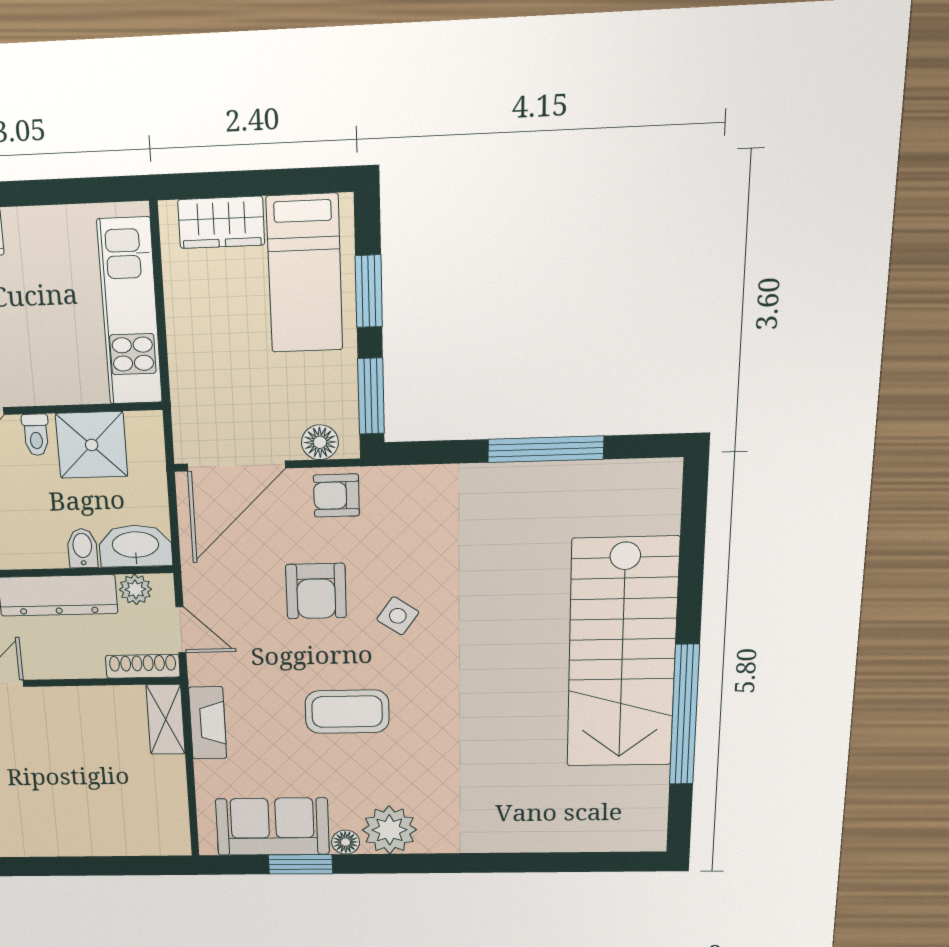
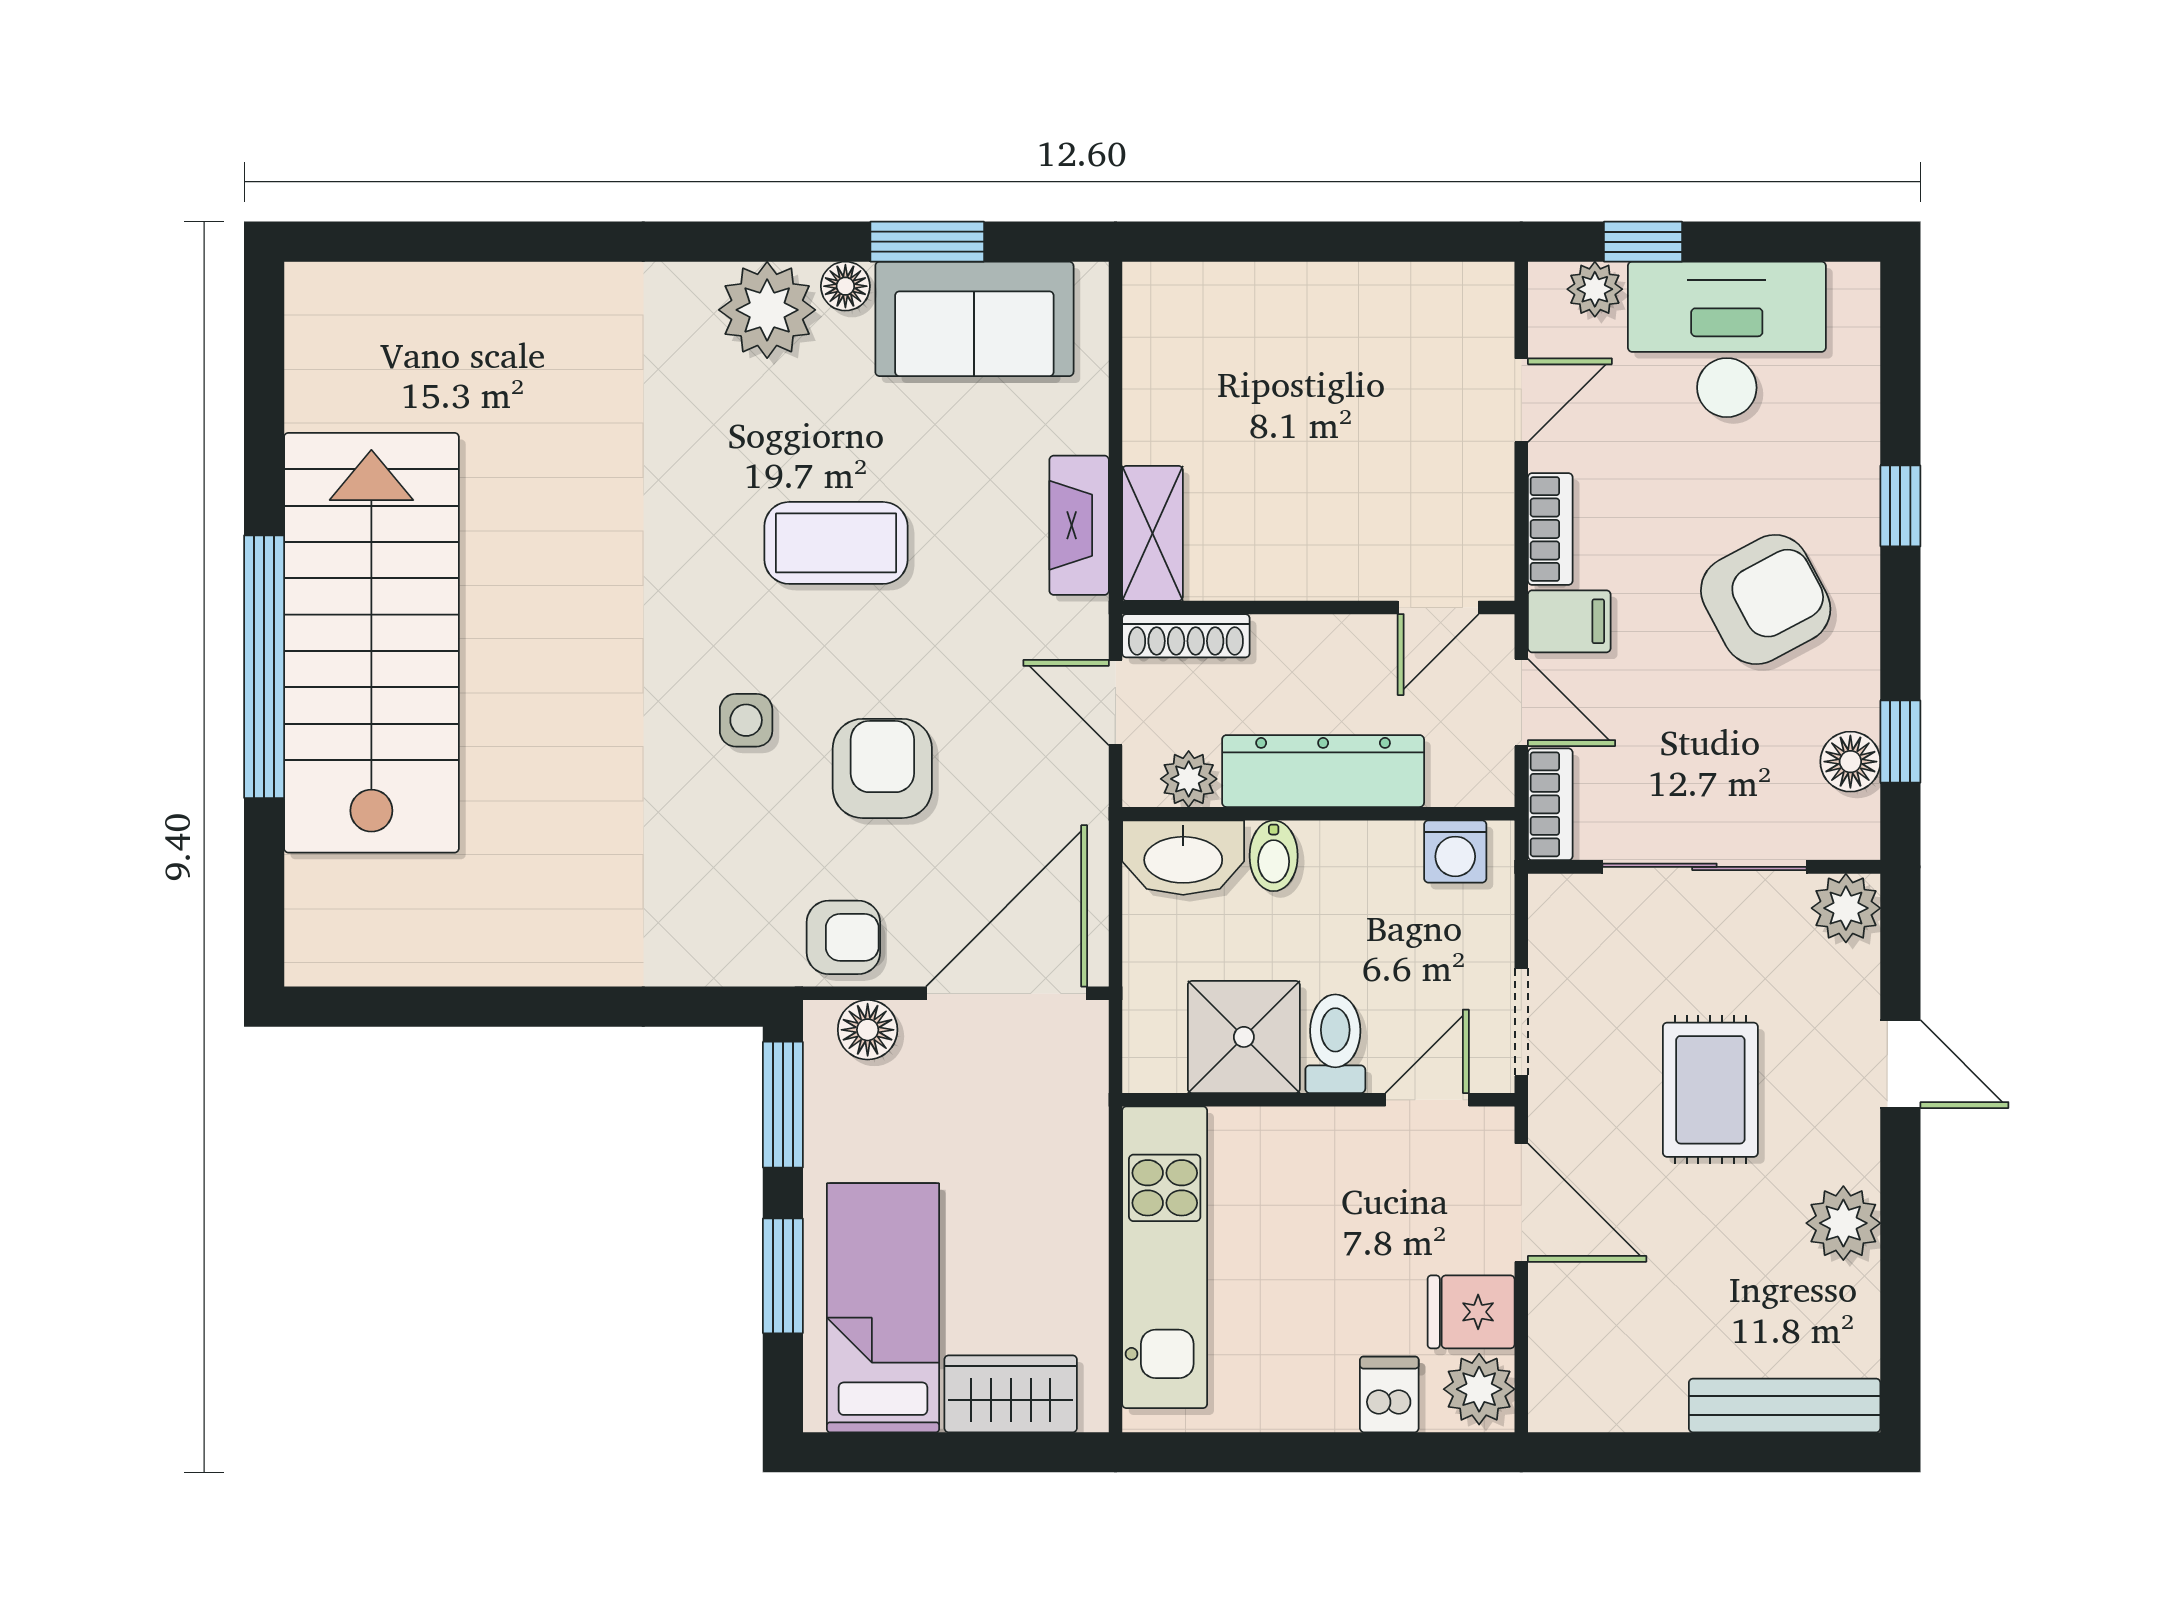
toilet: (36, 435) -> (1335, 1044), width x1.37, depth x1.39
window: (546, 449) -> (504, 1007), removed
side table: (398, 616) -> (746, 720), turned -35
window: (684, 715) -> (264, 667), moved

